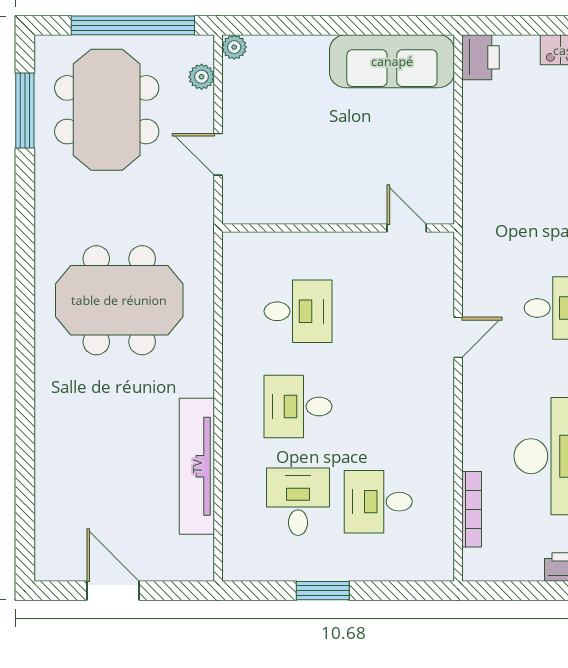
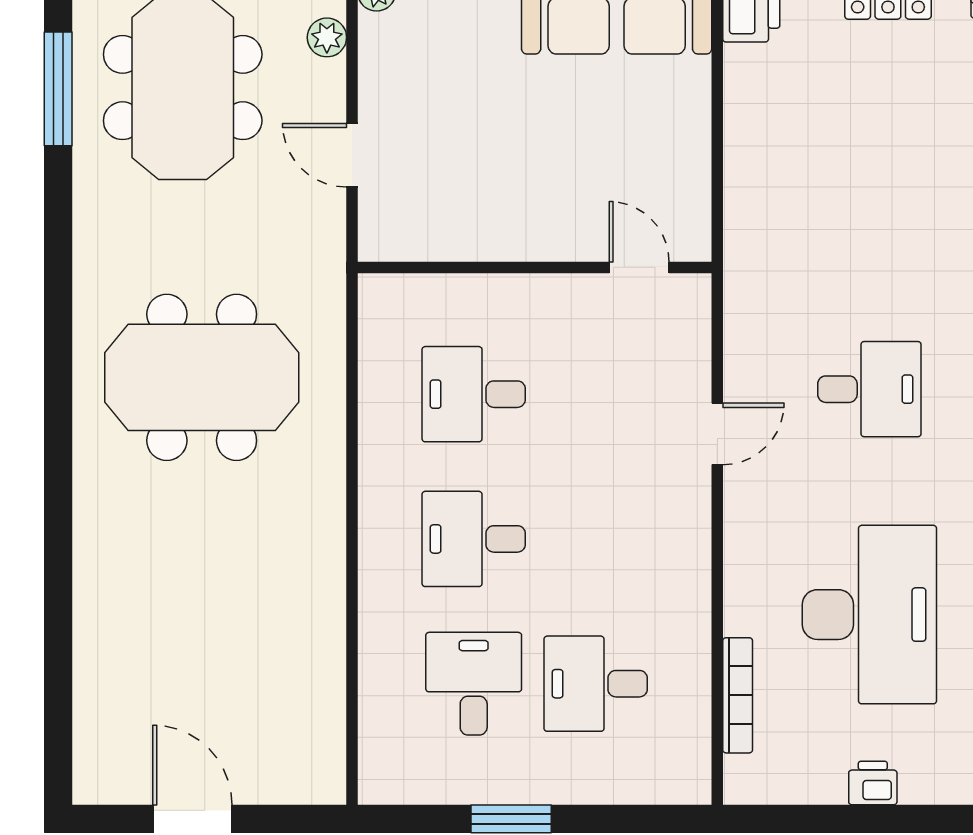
desk: (298, 311) -> (474, 394), turned 180
tv unit: (197, 466) -> (320, 630), removed

